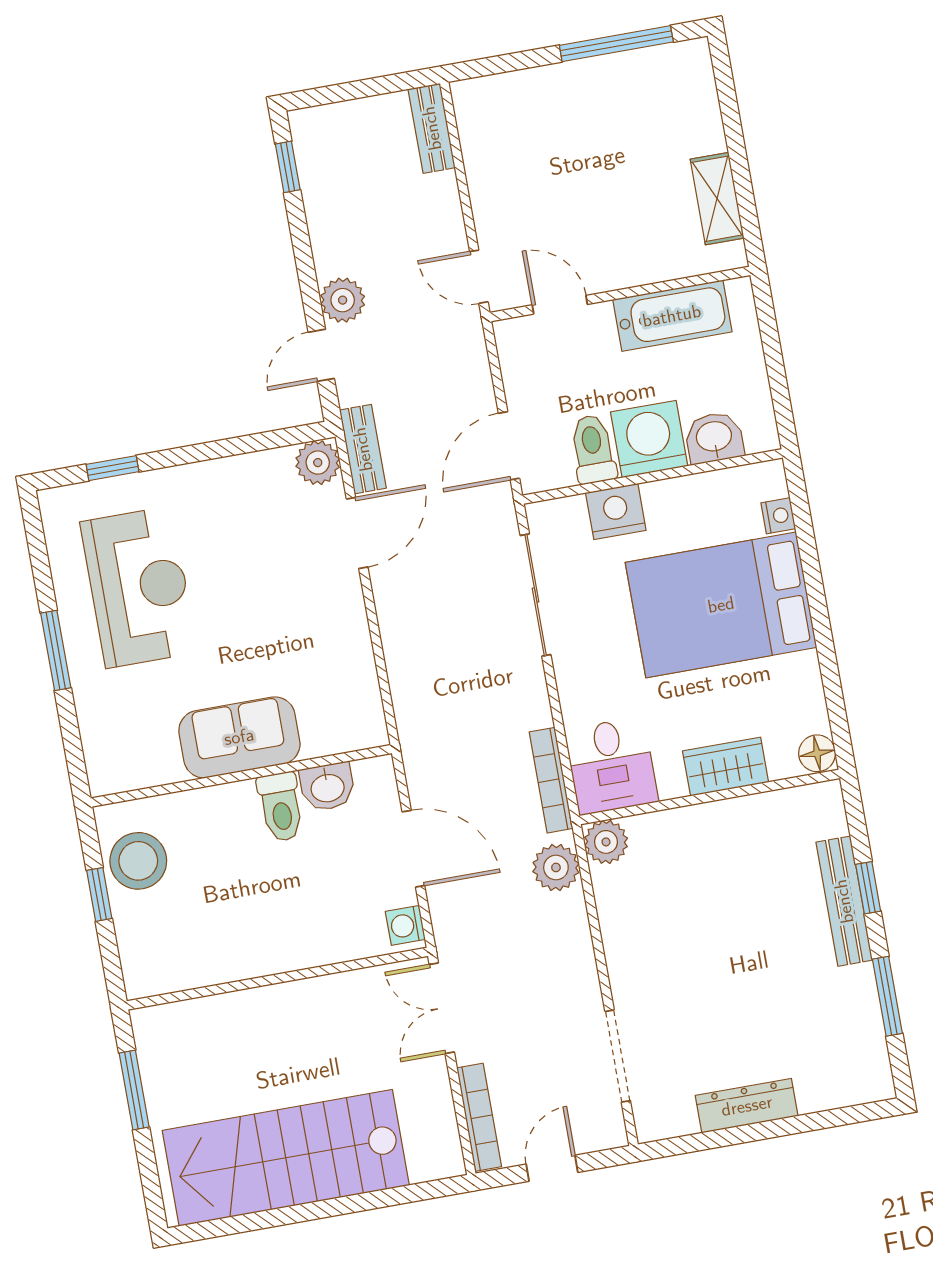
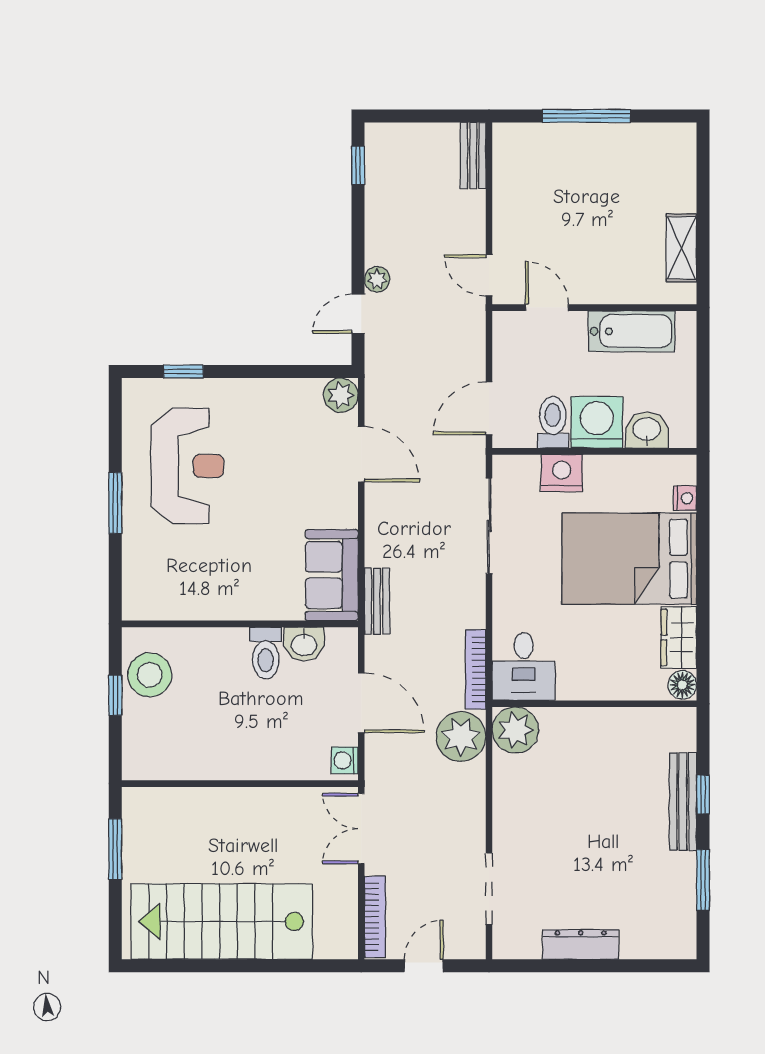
window: (616, 44) -> (586, 116), moved
plant: (343, 300) -> (377, 279), width x0.73, depth x0.73
bench: (363, 449) -> (377, 601), moved
door: (357, 533) -> (361, 454), hinge flipped
sofa: (239, 737) -> (332, 575), moved, turned -90
wardrobe: (726, 767) -> (679, 637), moved, turned -90
plant: (606, 842) -> (515, 730), width x1.36, depth x1.36
plant: (556, 867) -> (461, 737), width x1.36, depth x1.36

